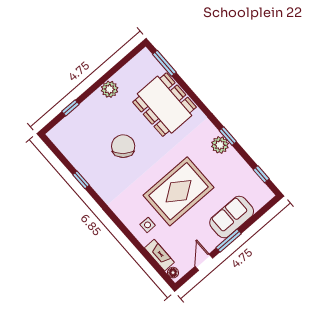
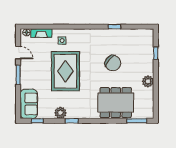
plant: (220, 145) -> (60, 113), moved
sofa: (232, 217) -> (29, 104), moved

